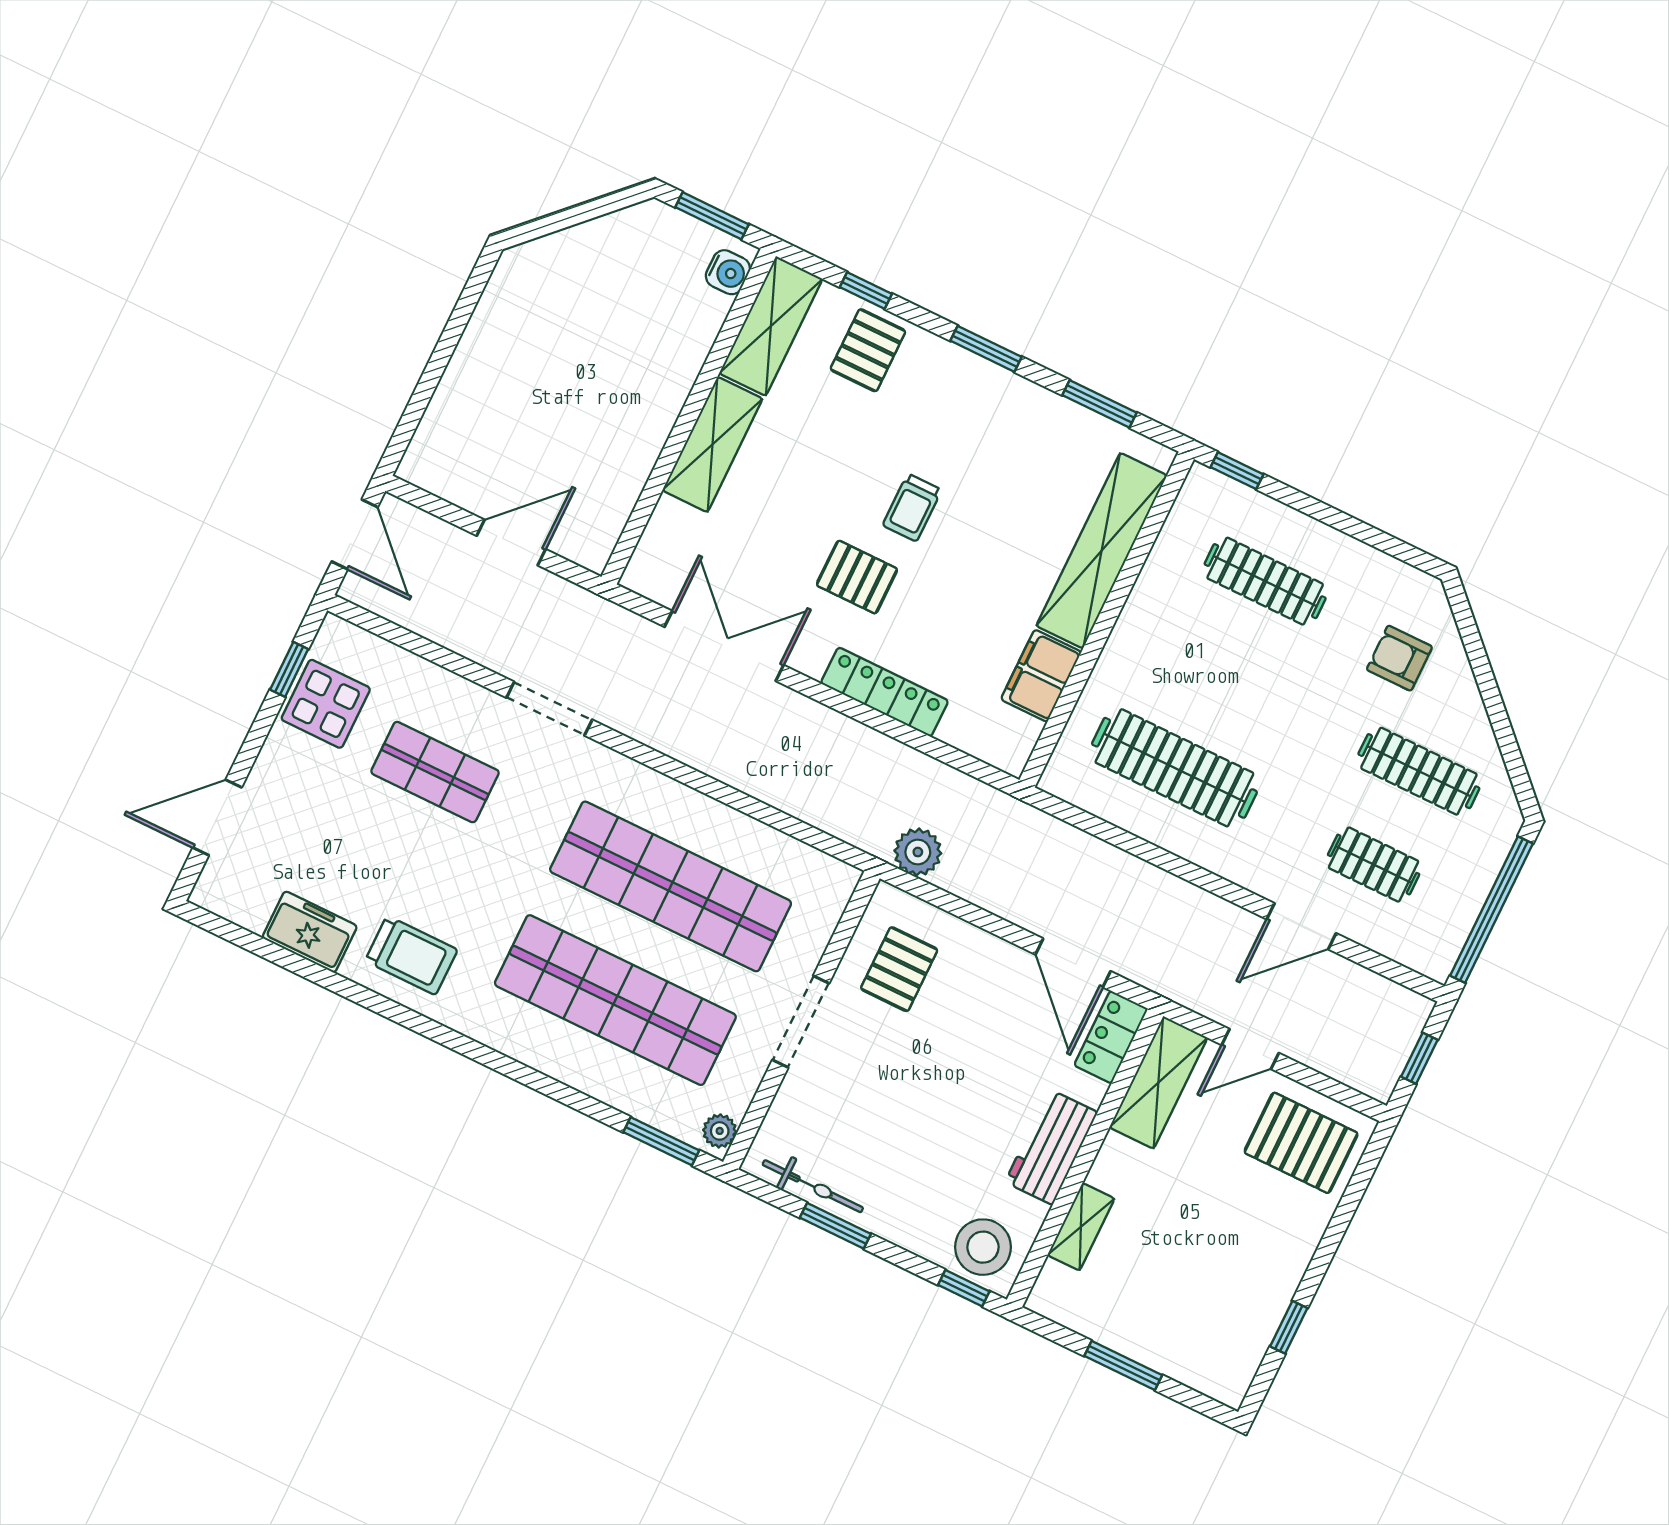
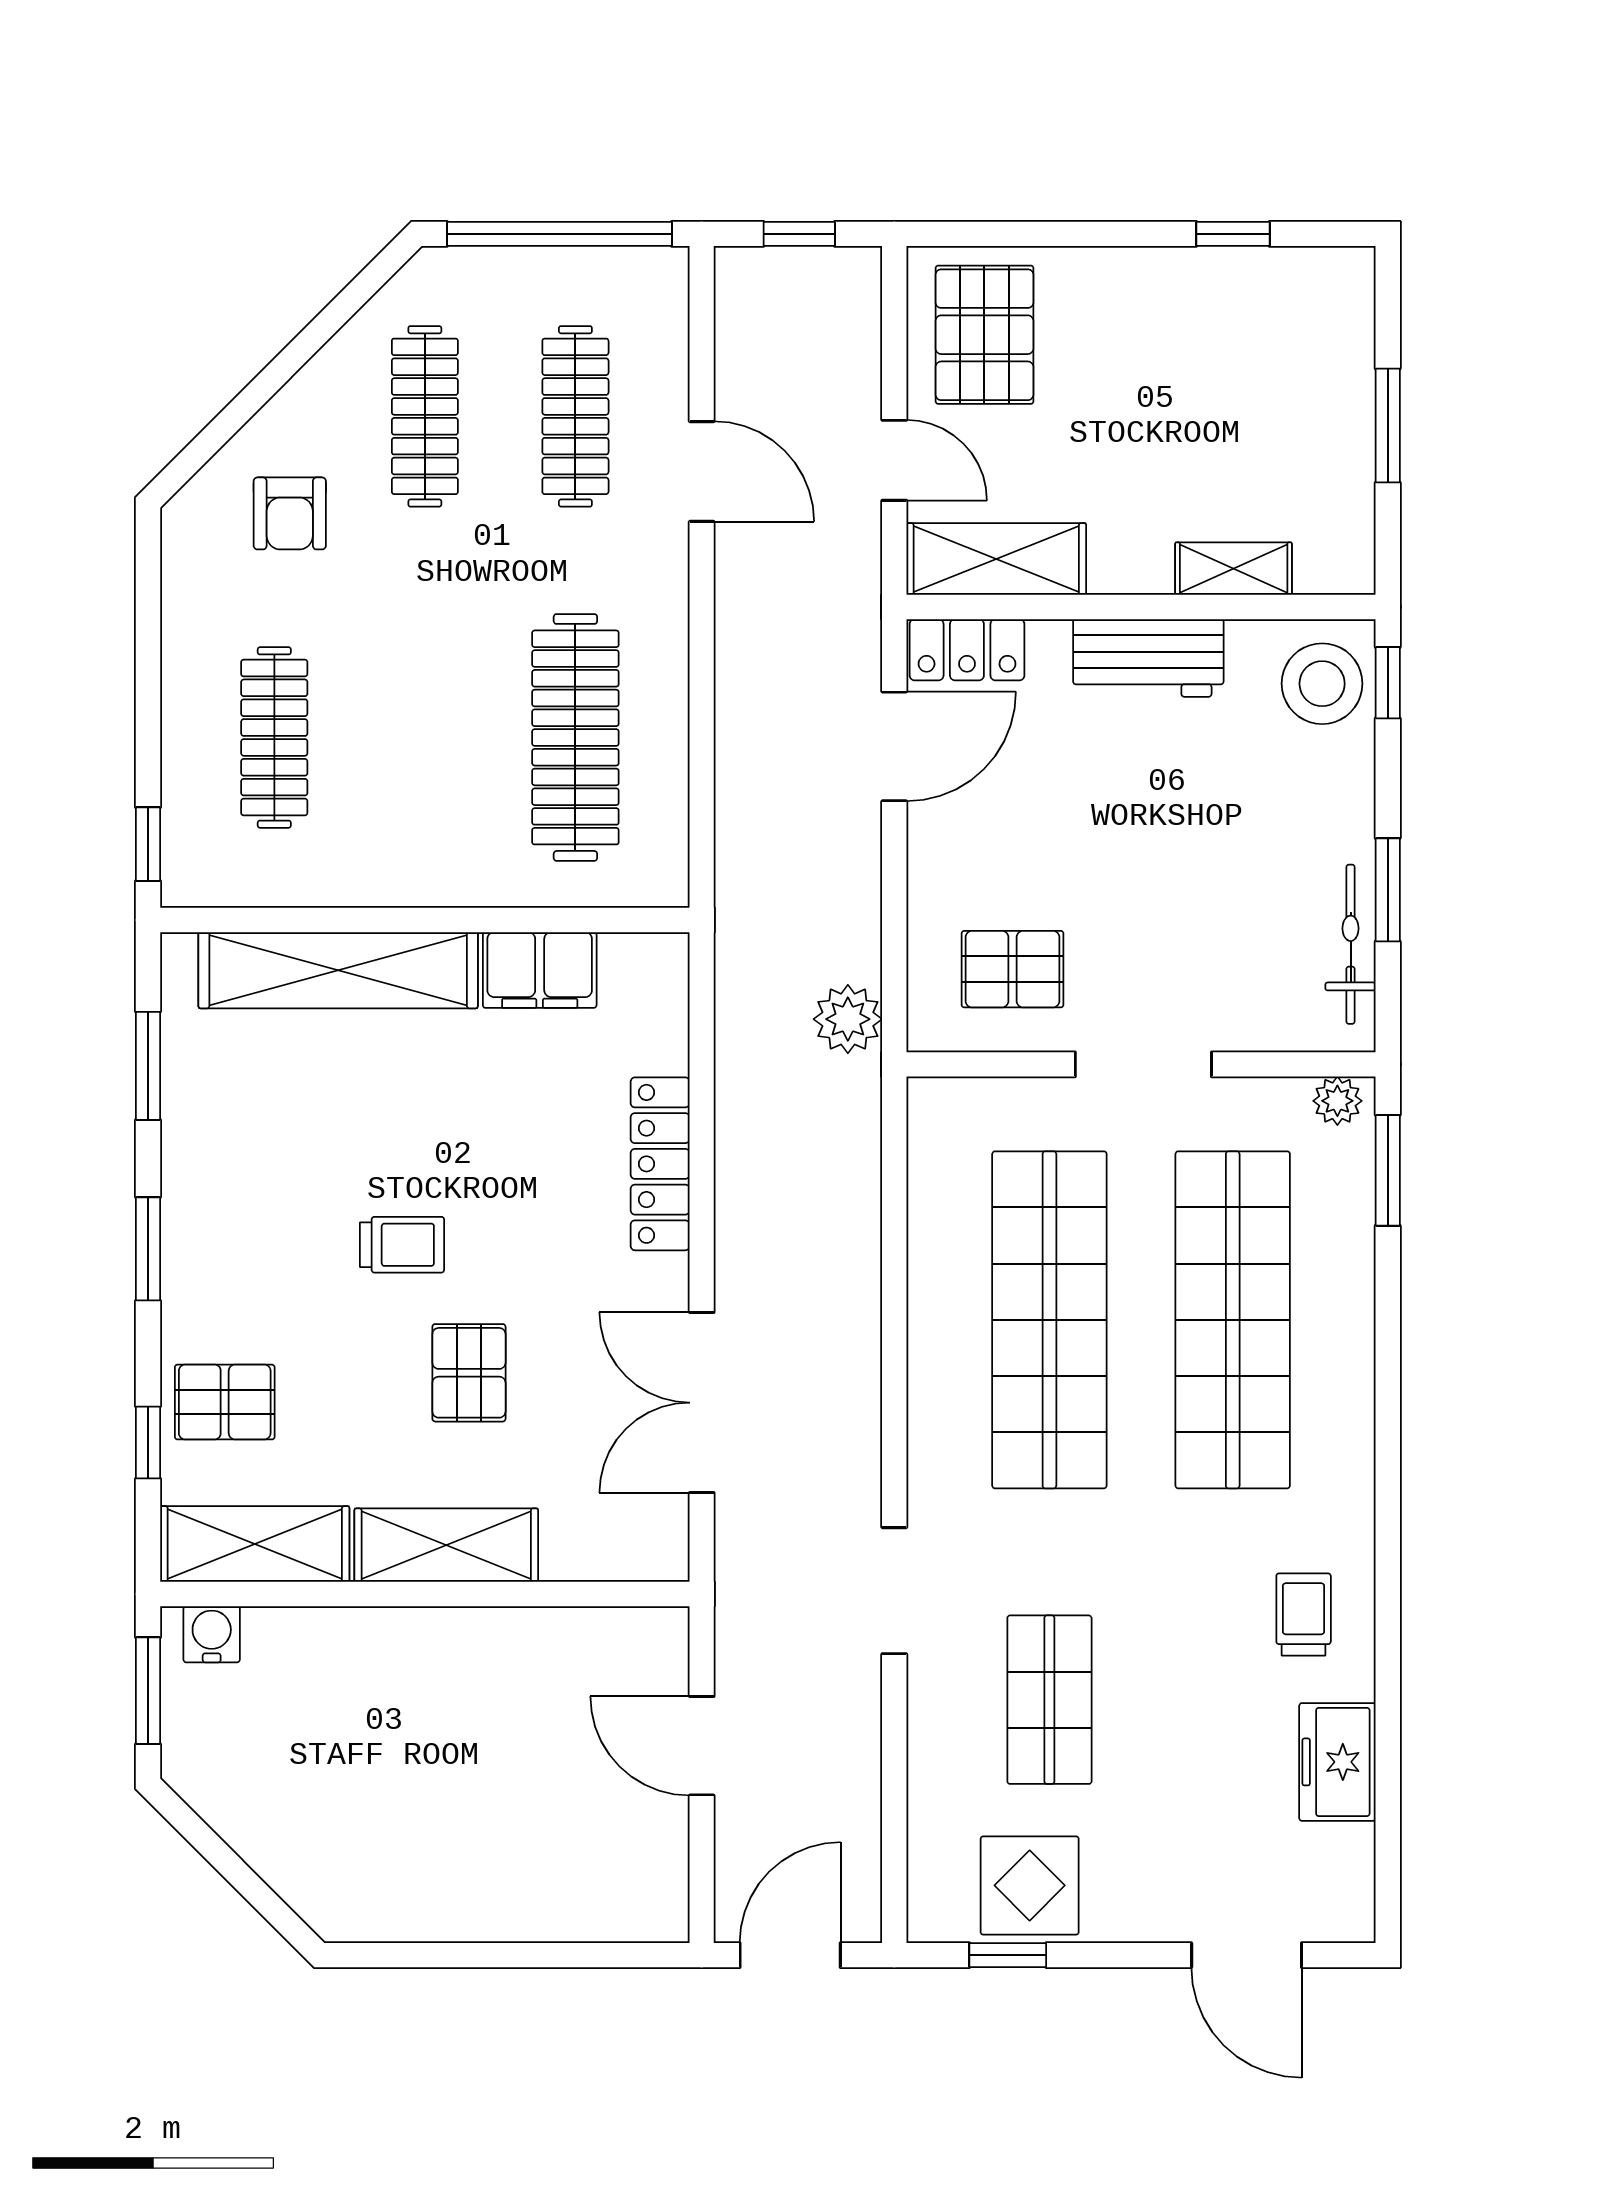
pallet: (857, 577) -> (469, 1373), moved
clothes rail: (1374, 865) -> (575, 416), width x1.36
trolley: (411, 955) -> (1304, 1615), width x0.73, depth x0.72

